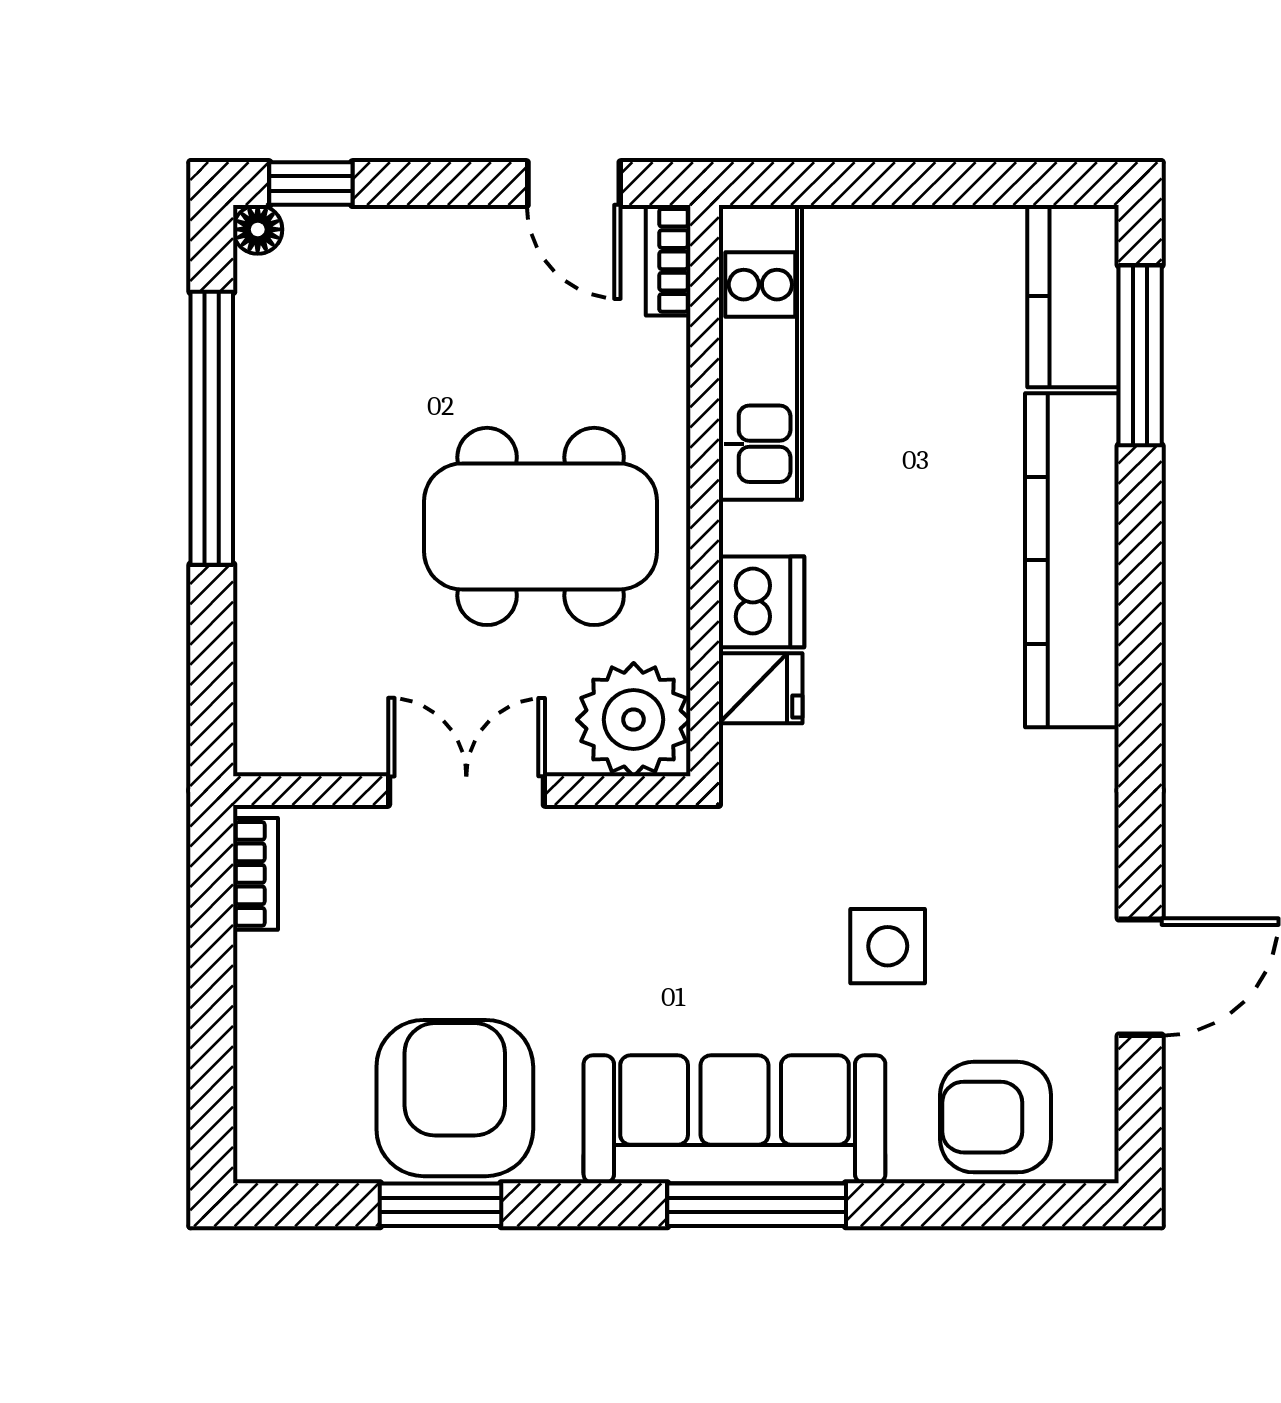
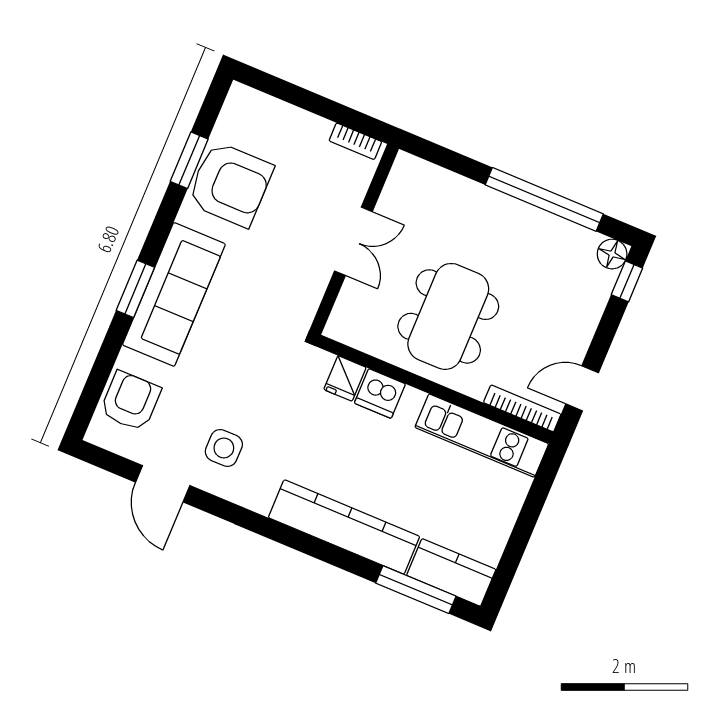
floor lamp: (258, 229) -> (612, 254), width x1.37, depth x1.37
bookcase: (668, 260) -> (522, 408), width x1.56
plant: (634, 720) -> (354, 321), removed
side table: (888, 946) -> (224, 448), moved
window: (757, 1205) -> (135, 289), width x0.69

